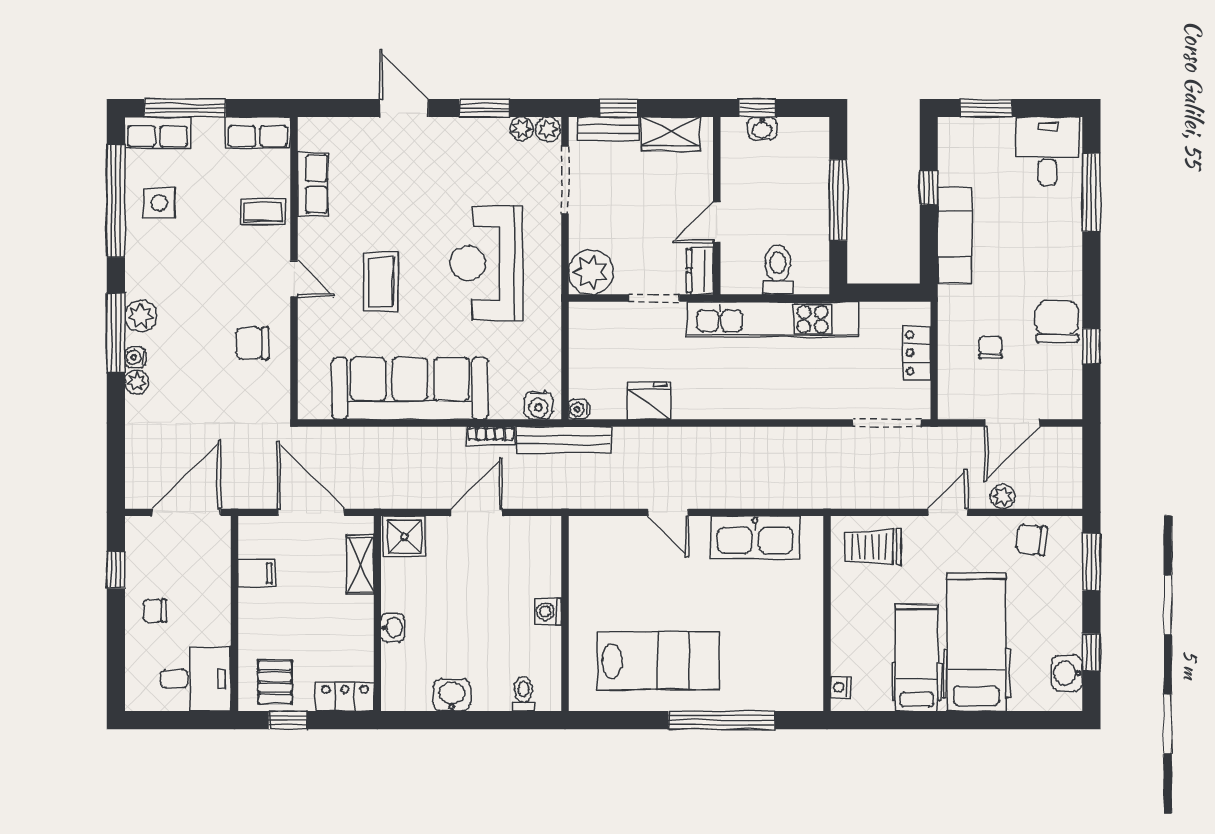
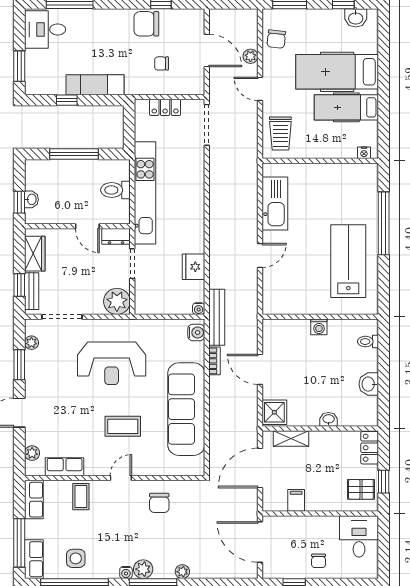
plant: (548, 129) -> (32, 453), moved
water cooler: (135, 357) -> (126, 573), moved

